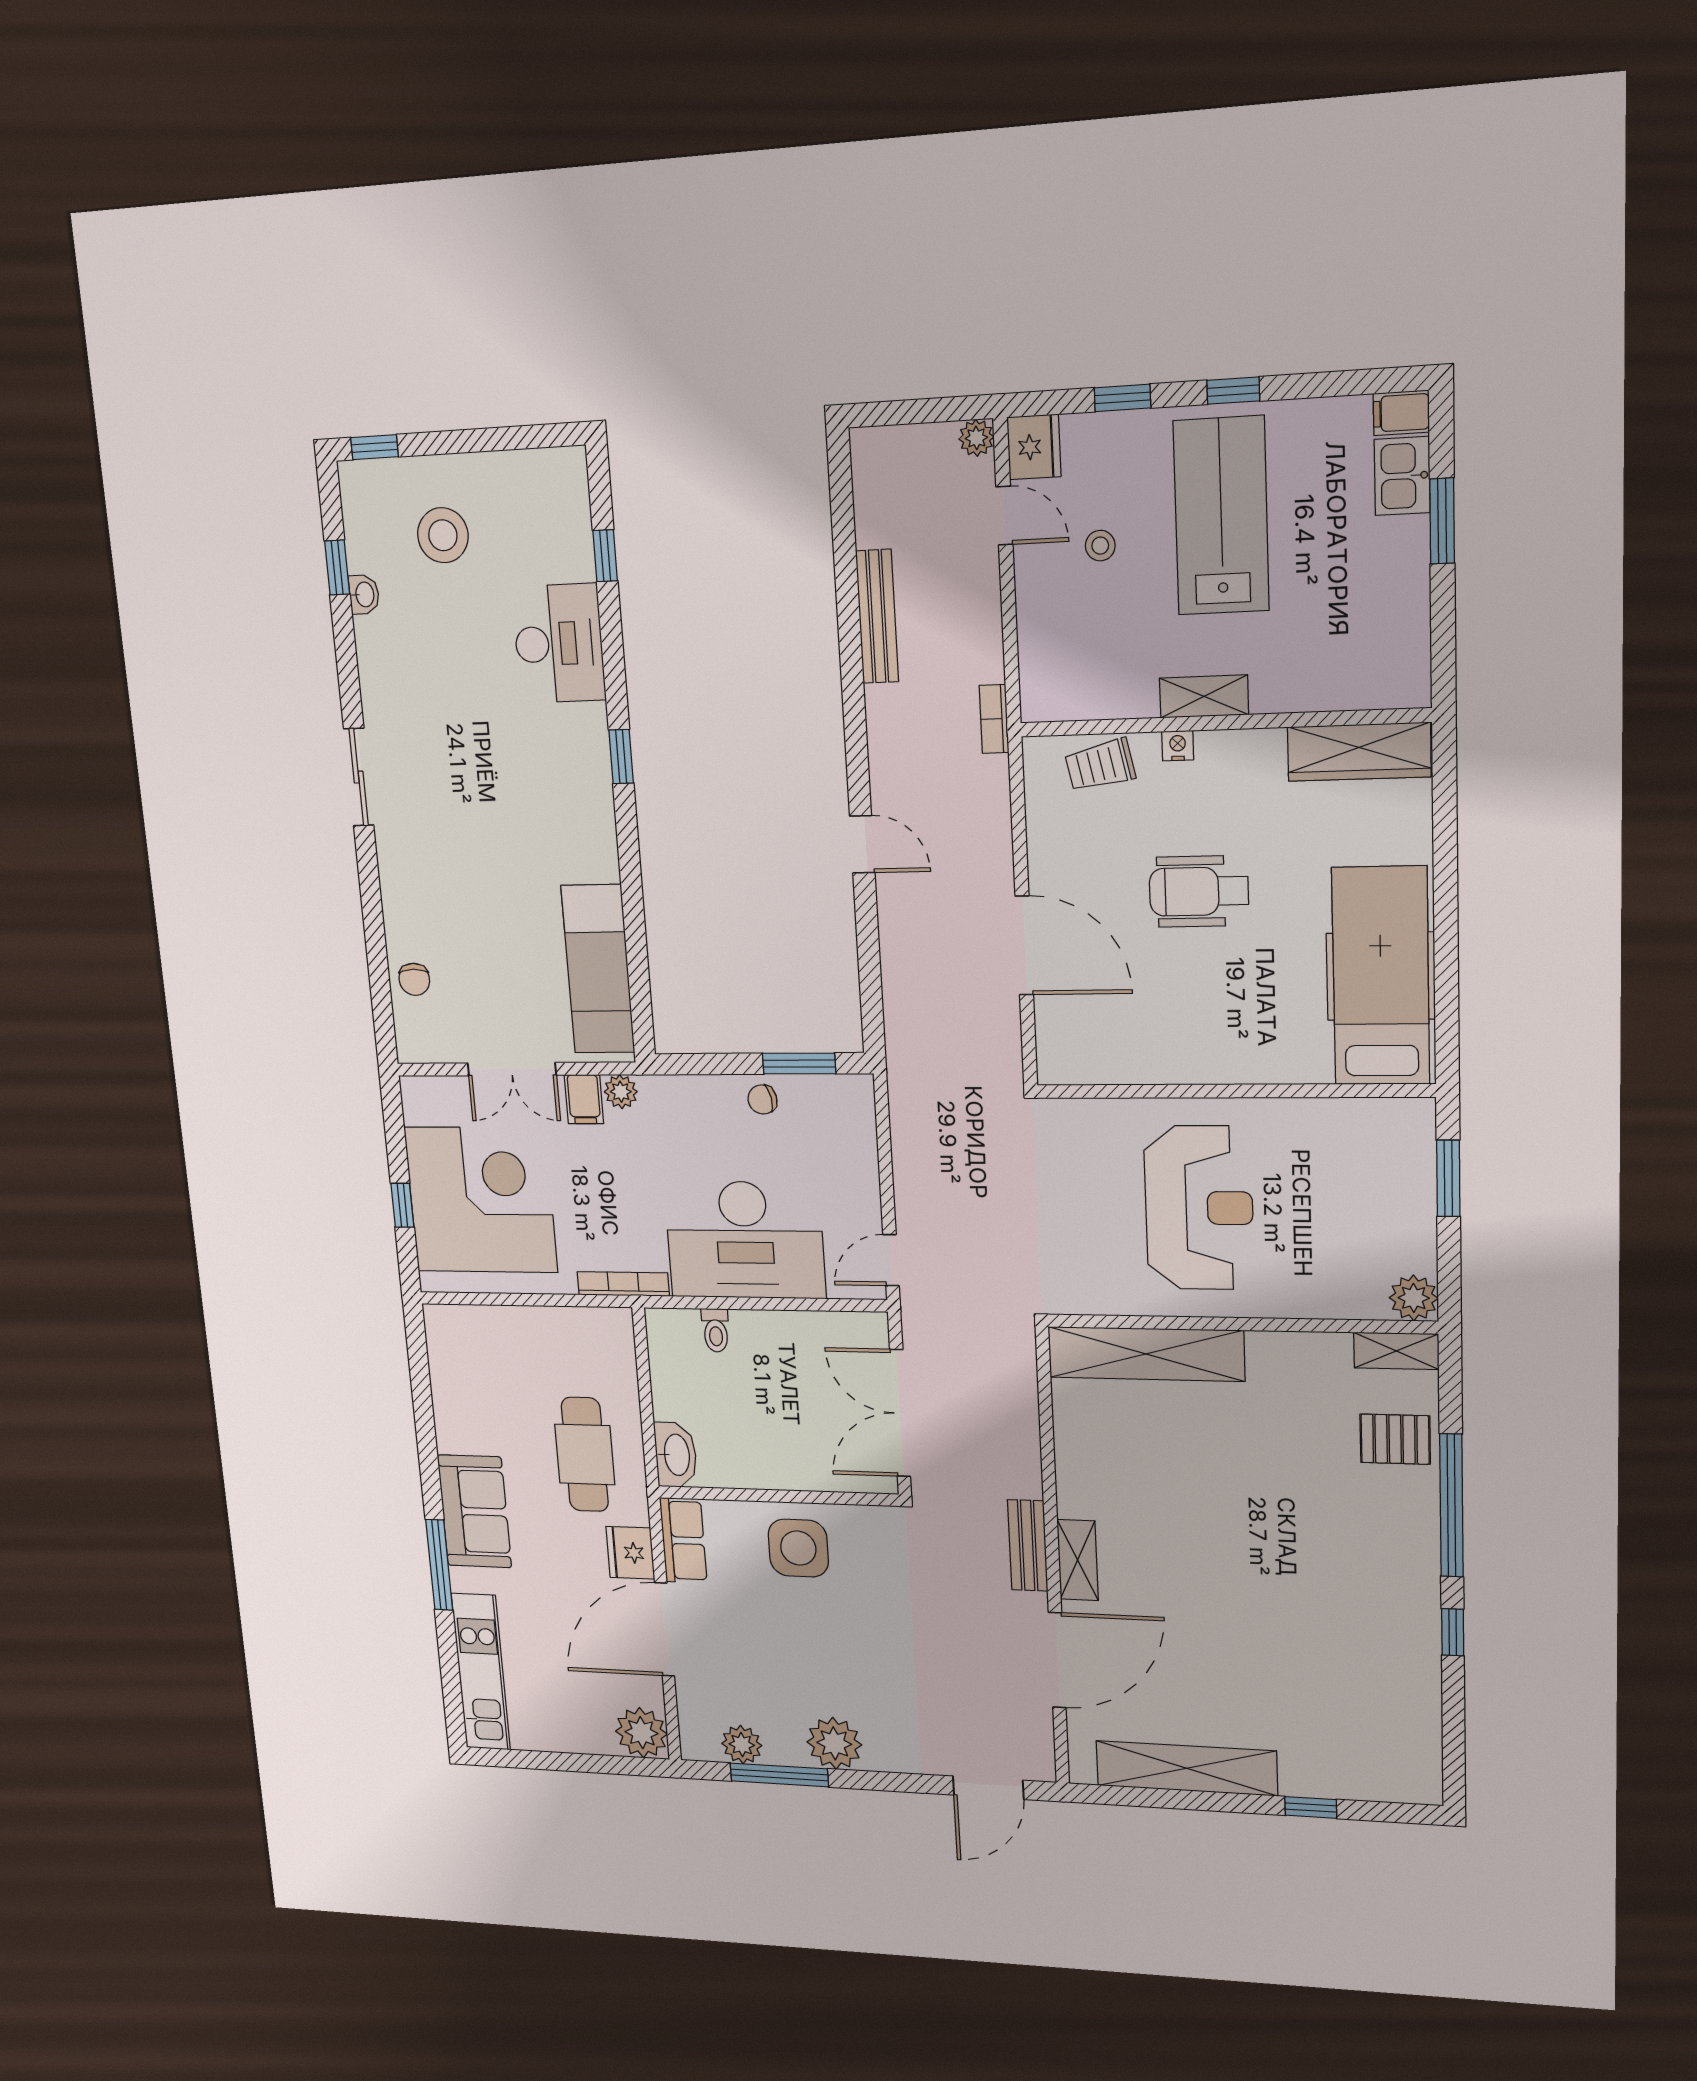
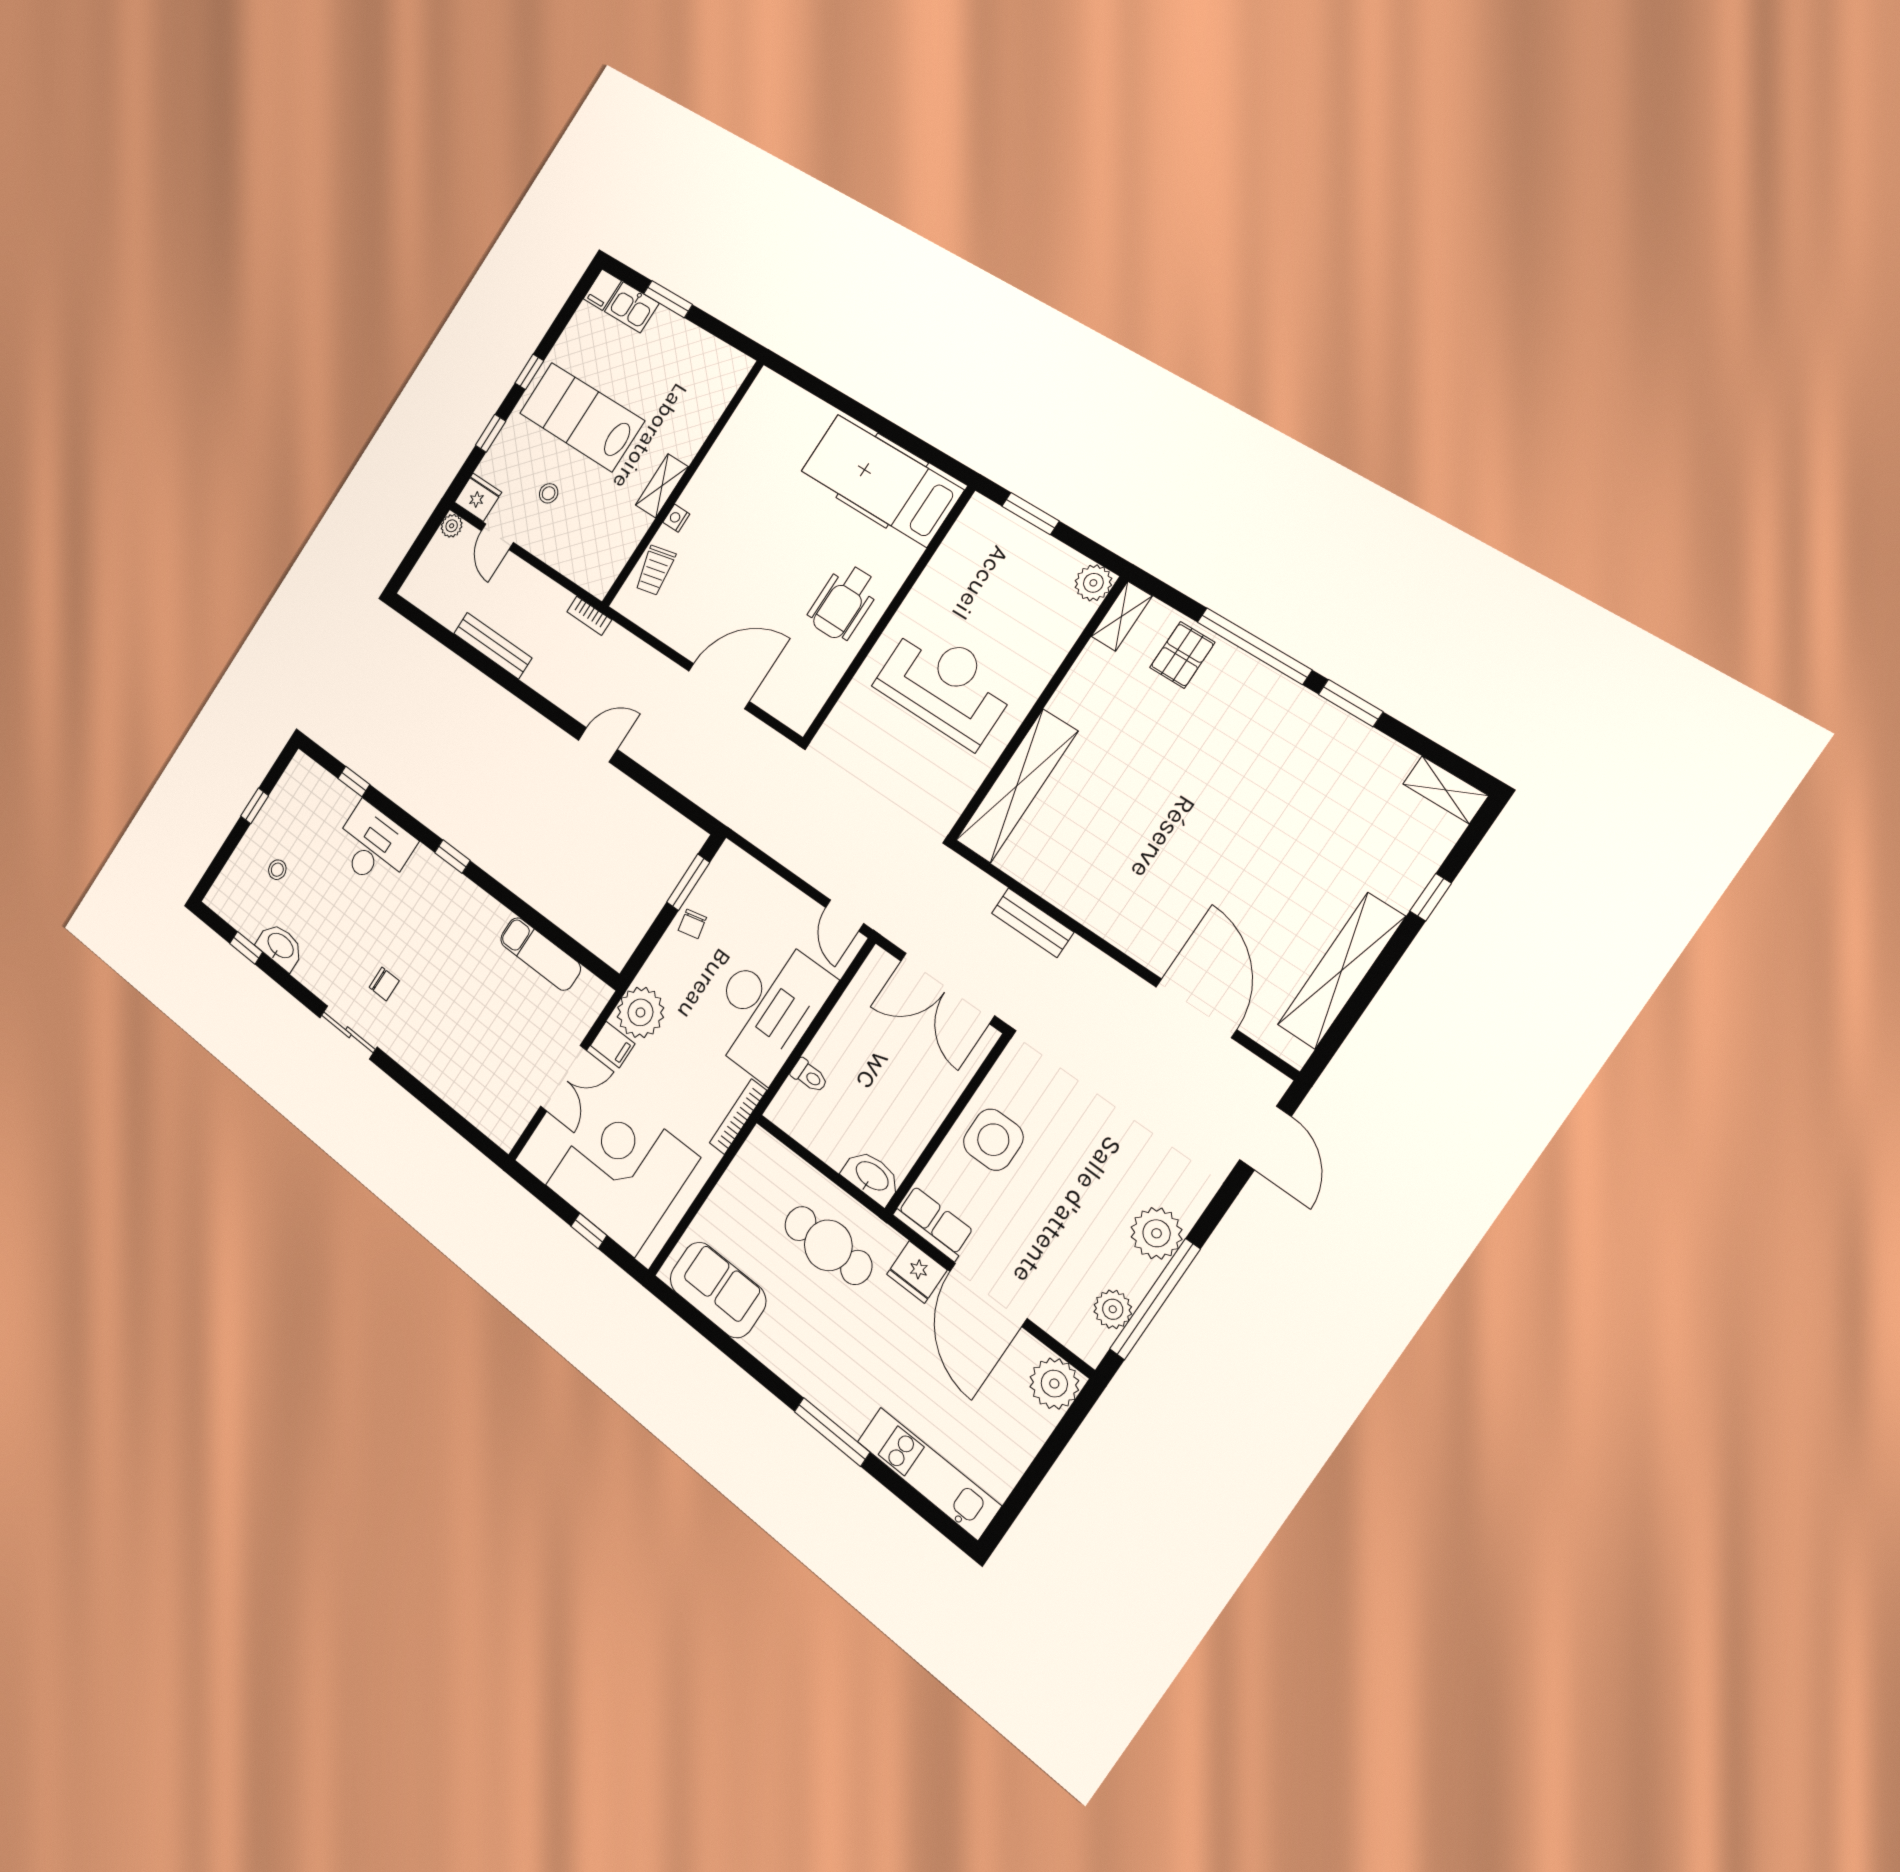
window: (375, 447) -> (255, 806), moved
door: (1004, 516) -> (497, 537), swing flipped
stool: (443, 535) -> (277, 870), width x0.53, depth x0.53
washbasin: (364, 595) -> (280, 946), width x1.91, depth x1.45
wardrobe: (1359, 752) -> (751, 416), removed
wheelchair: (1199, 891) -> (843, 602), moved
exam couch: (598, 969) -> (540, 954), width x0.73, depth x0.69
chair: (414, 979) -> (384, 984), moved
plant: (621, 1092) -> (640, 1012), width x1.87, depth x1.87
sofa: (474, 1511) -> (718, 1290), moved
bench: (1028, 1545) -> (1033, 923), moved
shelving: (1078, 1560) -> (1445, 790), moved
window: (1453, 1632) -> (1351, 703), width x1.50
window: (779, 1775) -> (1155, 1299), width x1.46

